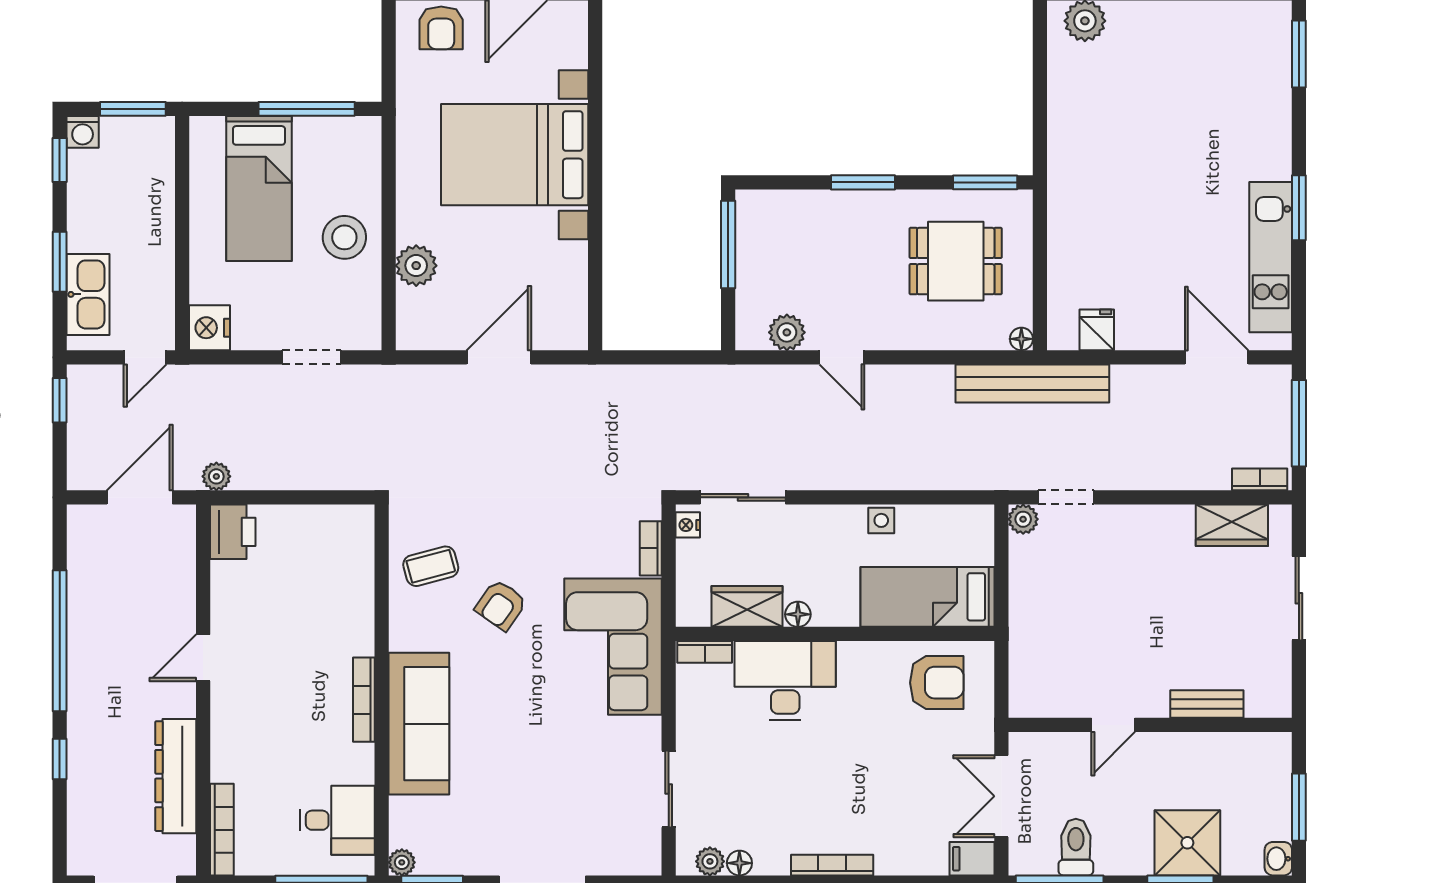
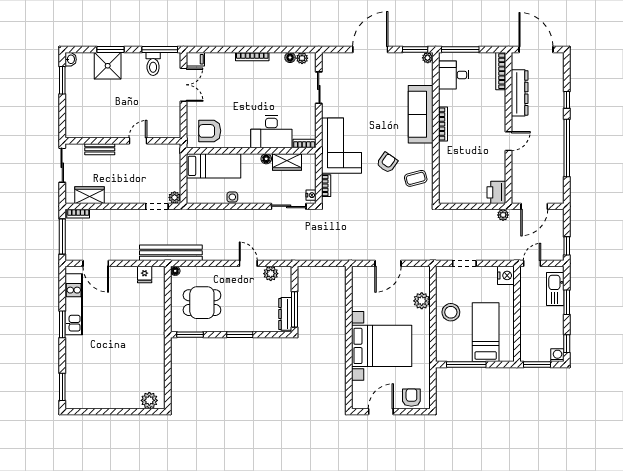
dresser: (751, 233) -> (285, 314), added
bench: (1207, 704) -> (100, 149), moved
door: (1113, 725) -> (138, 141), moved
wall: (1150, 725) -> (123, 141), moved

